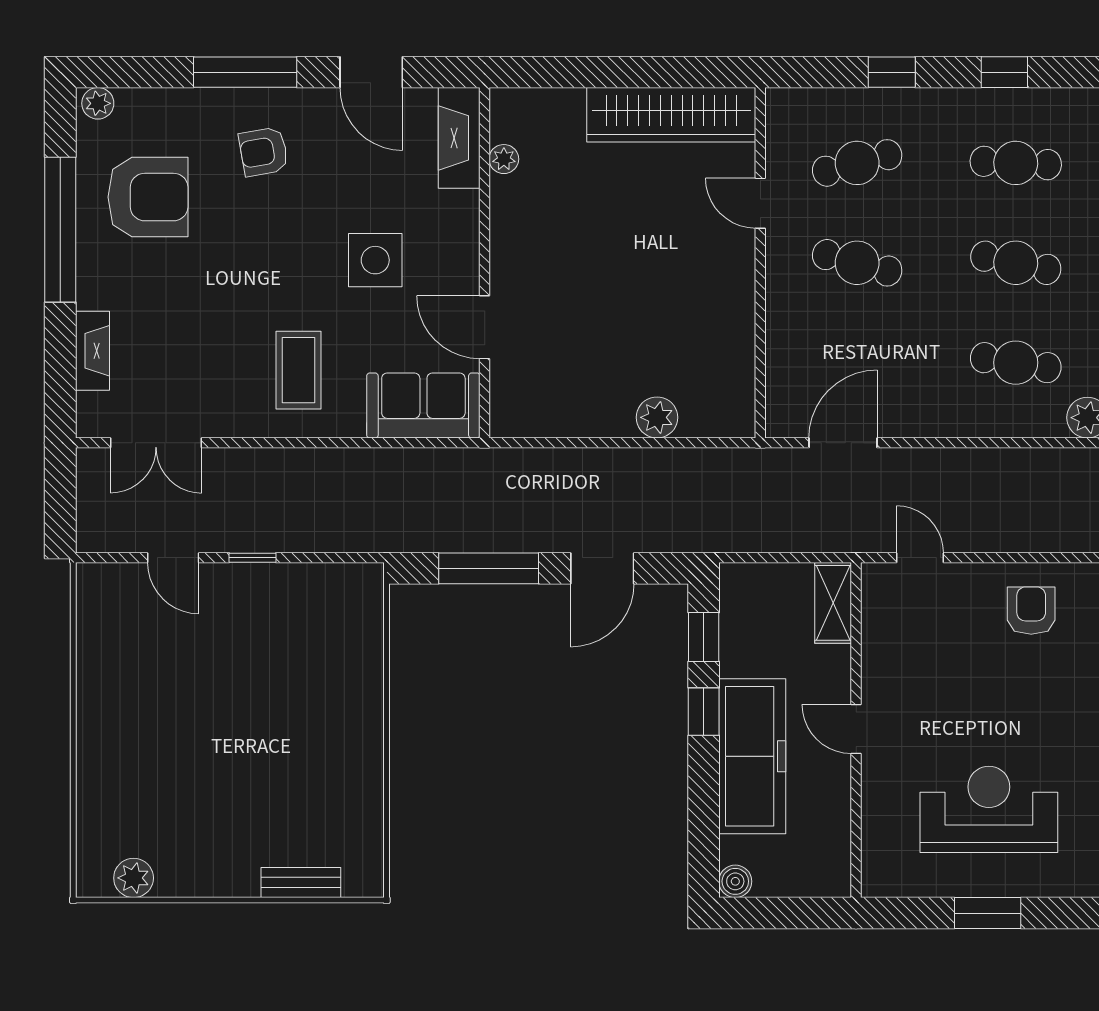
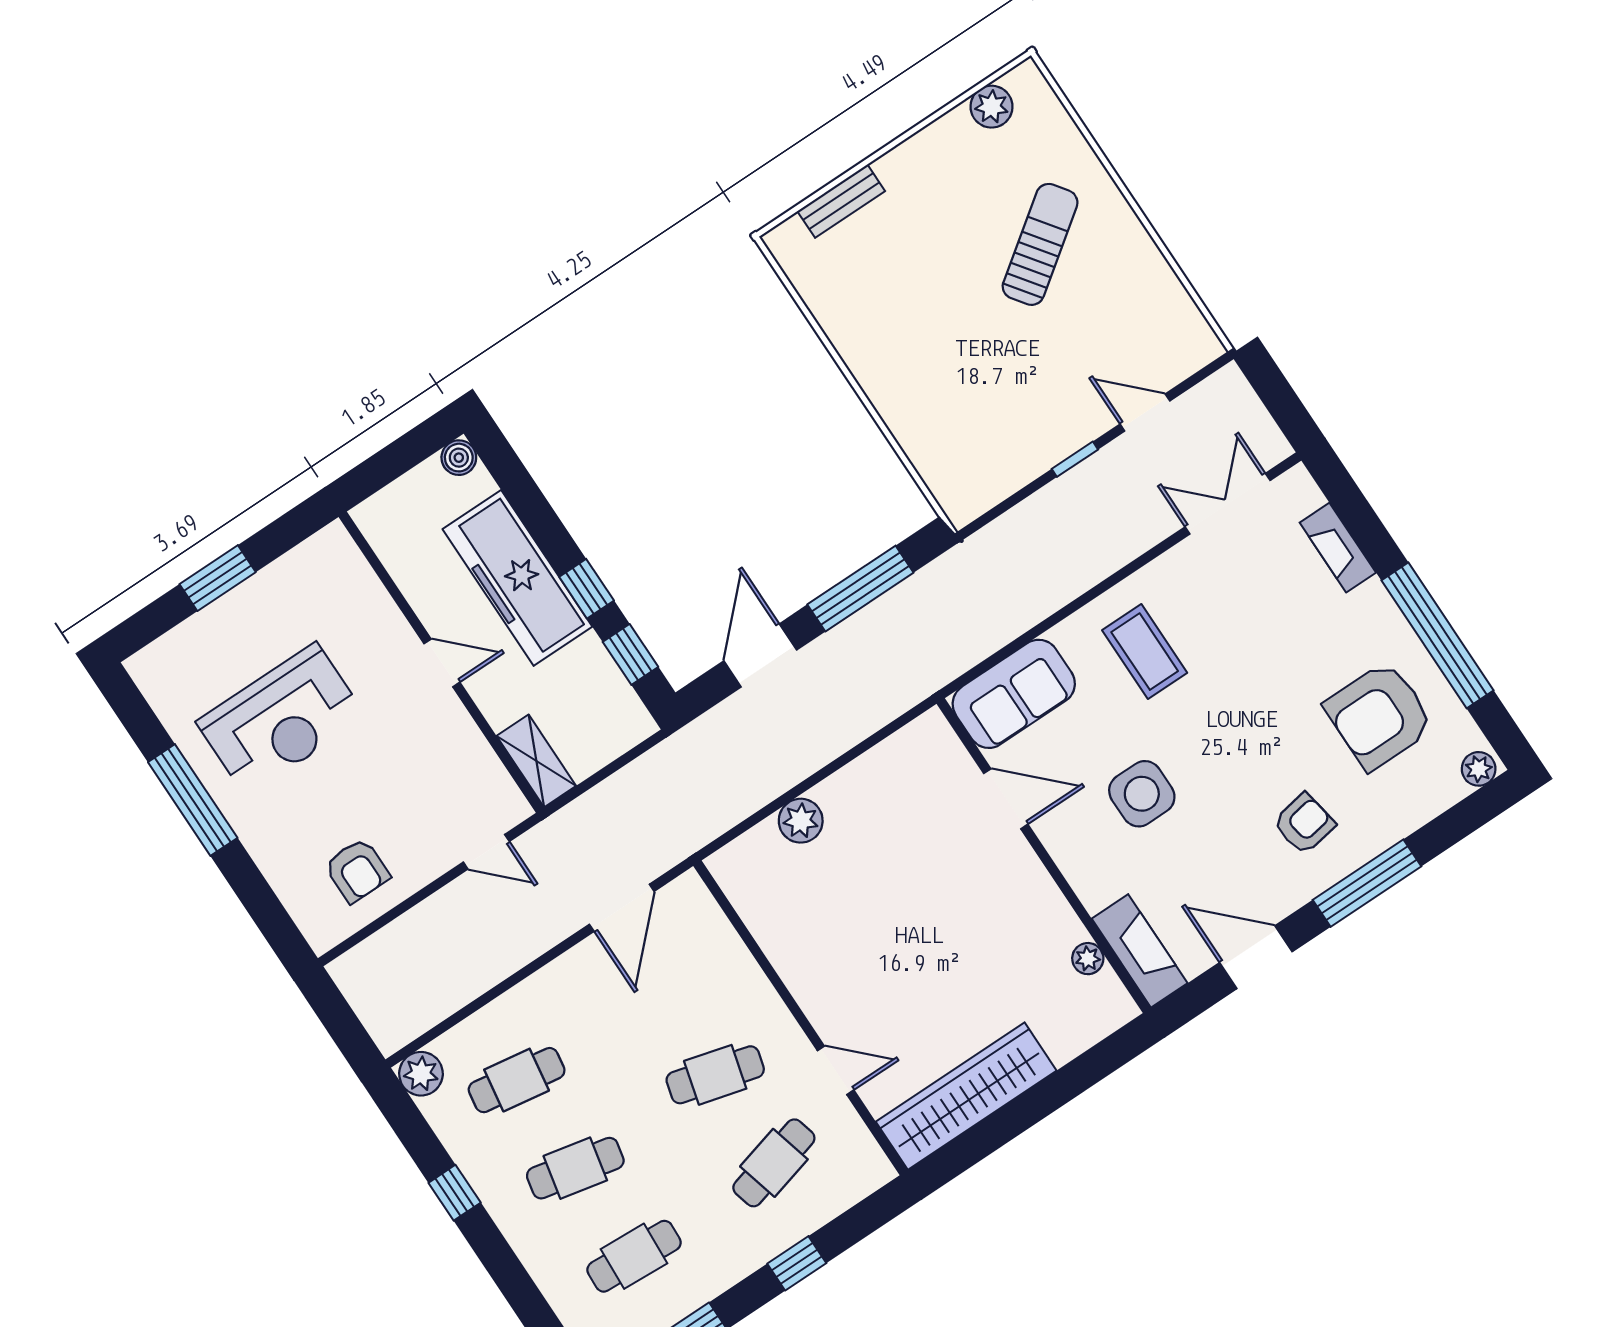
sun lounger: (168, 744) -> (1040, 244), added
reception desk: (989, 809) -> (281, 719), moved

